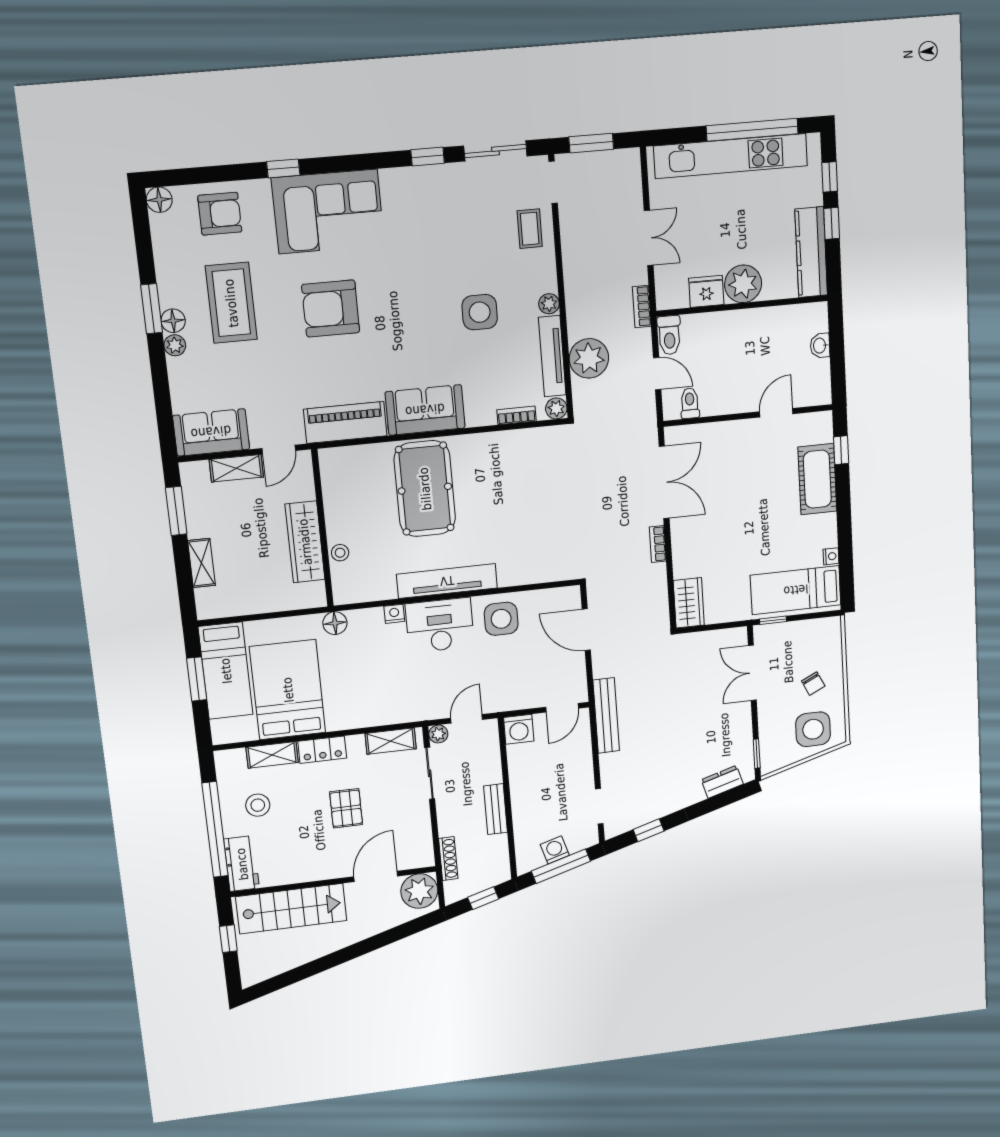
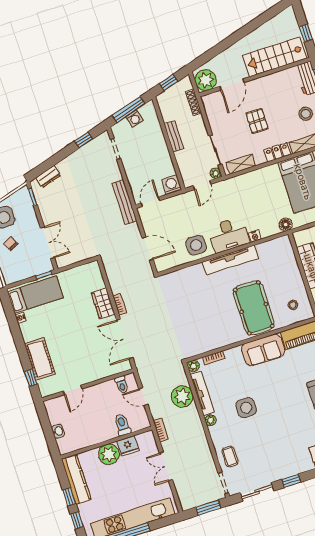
toilet: (669, 335) -> (122, 425), moved
stool: (340, 553) -> (293, 305), moved
wardrobe: (689, 603) -> (103, 303), moved

